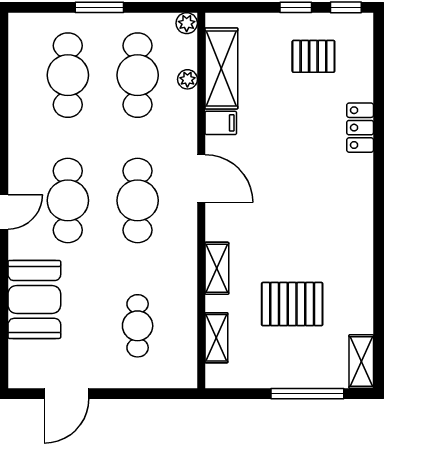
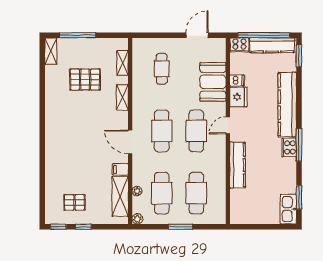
locker: (360, 128) -> (51, 167), removed

